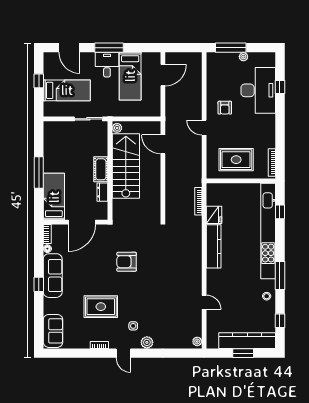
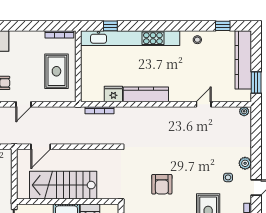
plant: (117, 128) -> (24, 194), removed
window: (280, 275) -> (176, 26), removed
window: (243, 353) -> (256, 83), moved

